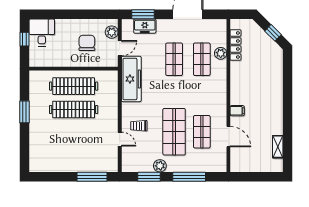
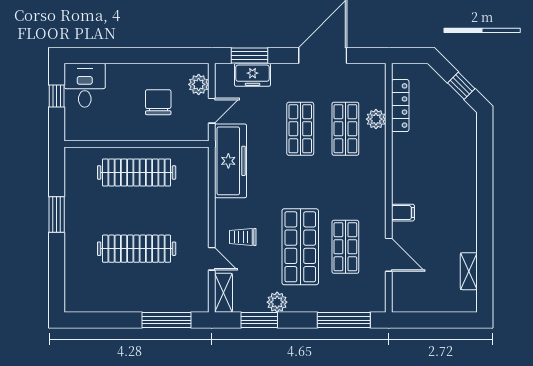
clothes rail: (74, 110) -> (137, 249), moved
shelving: (127, 160) -> (223, 293), added
window: (189, 177) -> (344, 320), moved

